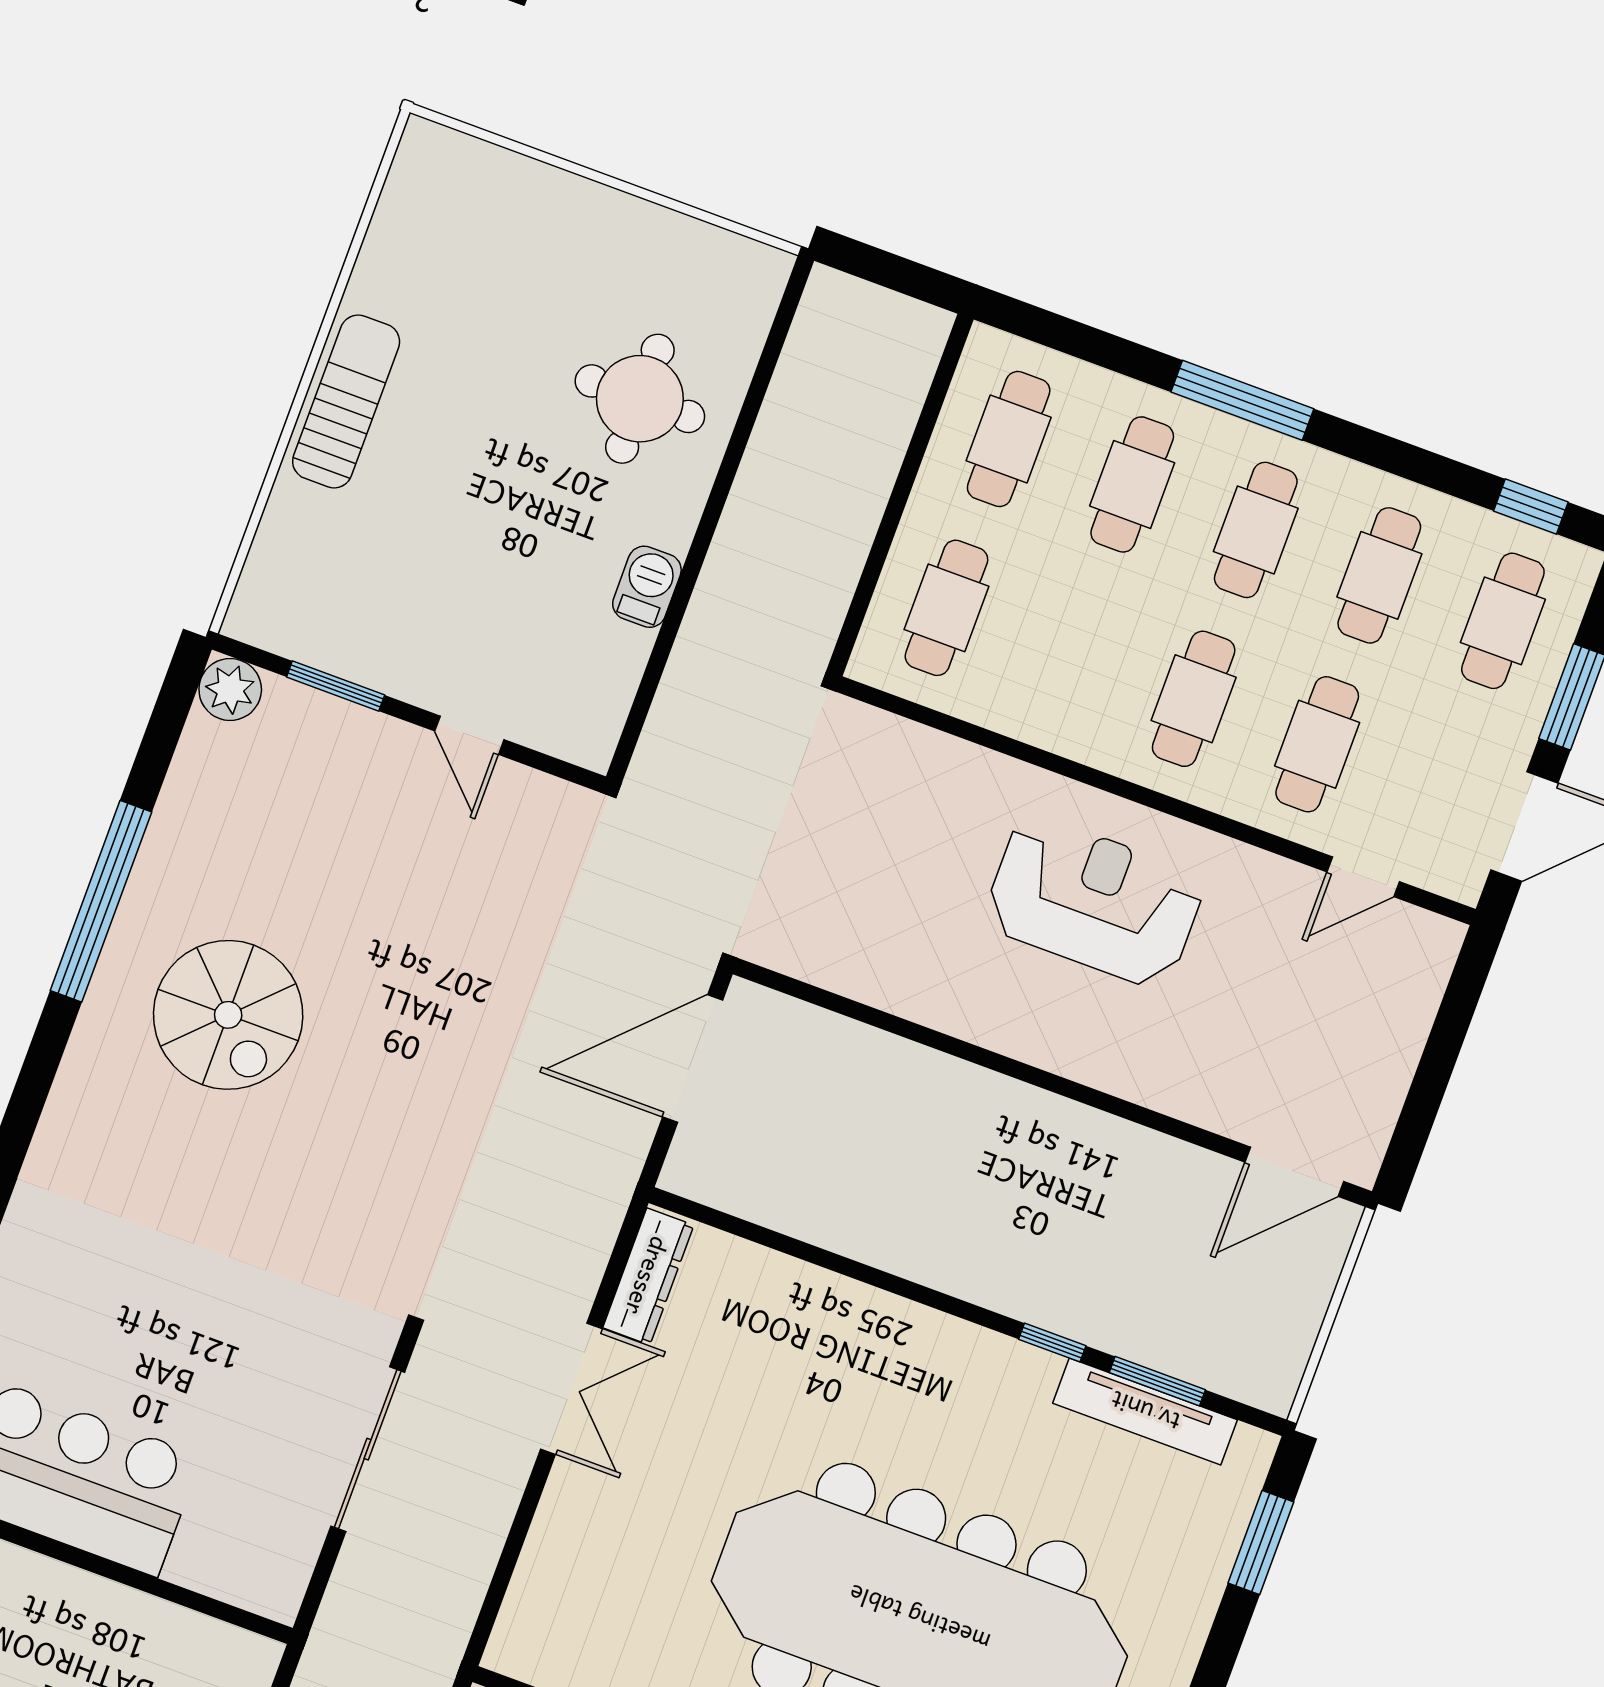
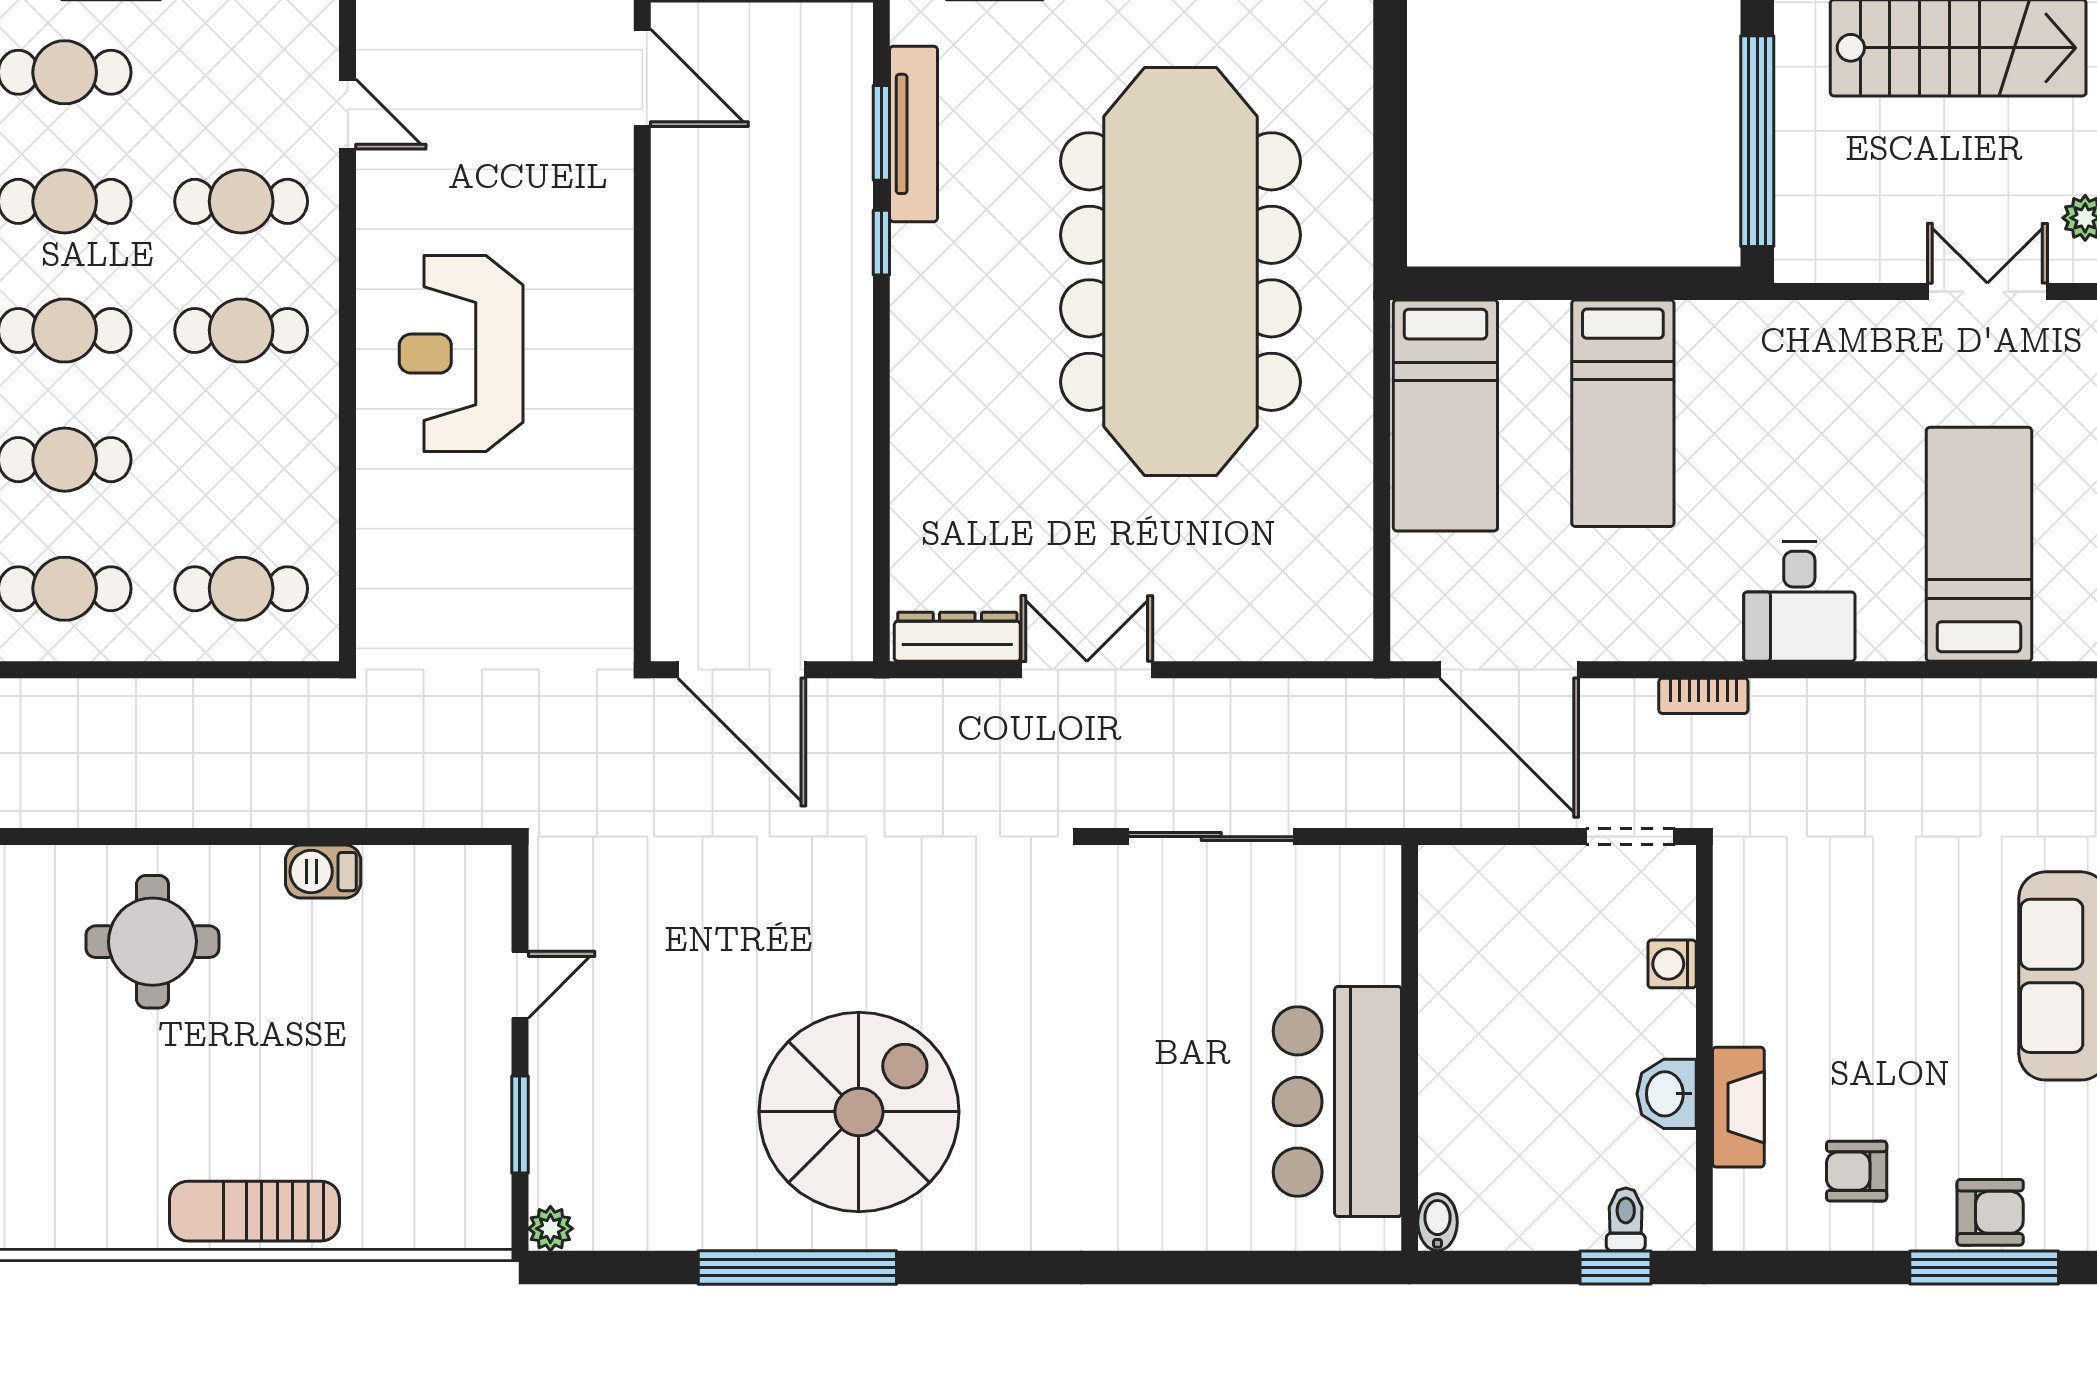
plant: (230, 689) -> (550, 1229), width x0.73, depth x0.73
spiral stairs: (228, 1015) -> (859, 1112), width x1.37, depth x1.37

